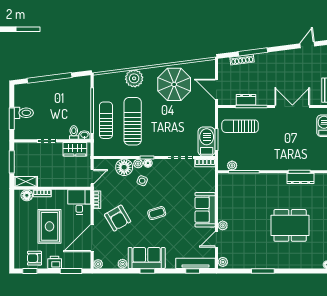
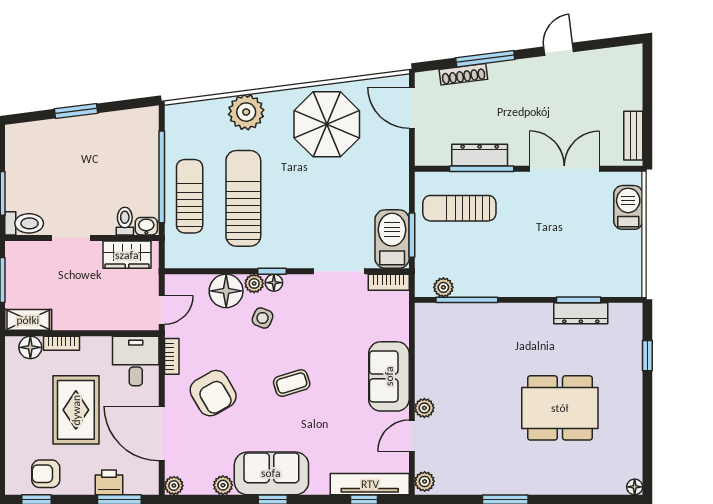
door: (307, 45) -> (559, 49), moved
window: (49, 78) -> (76, 111), width x0.47
door: (216, 89) -> (412, 108), moved
dresser: (246, 100) -> (480, 155), width x1.44
toilet: (24, 113) -> (24, 223), moved
door: (92, 238) -> (162, 433), hinge flipped
printer: (55, 262) -> (109, 482), moved

